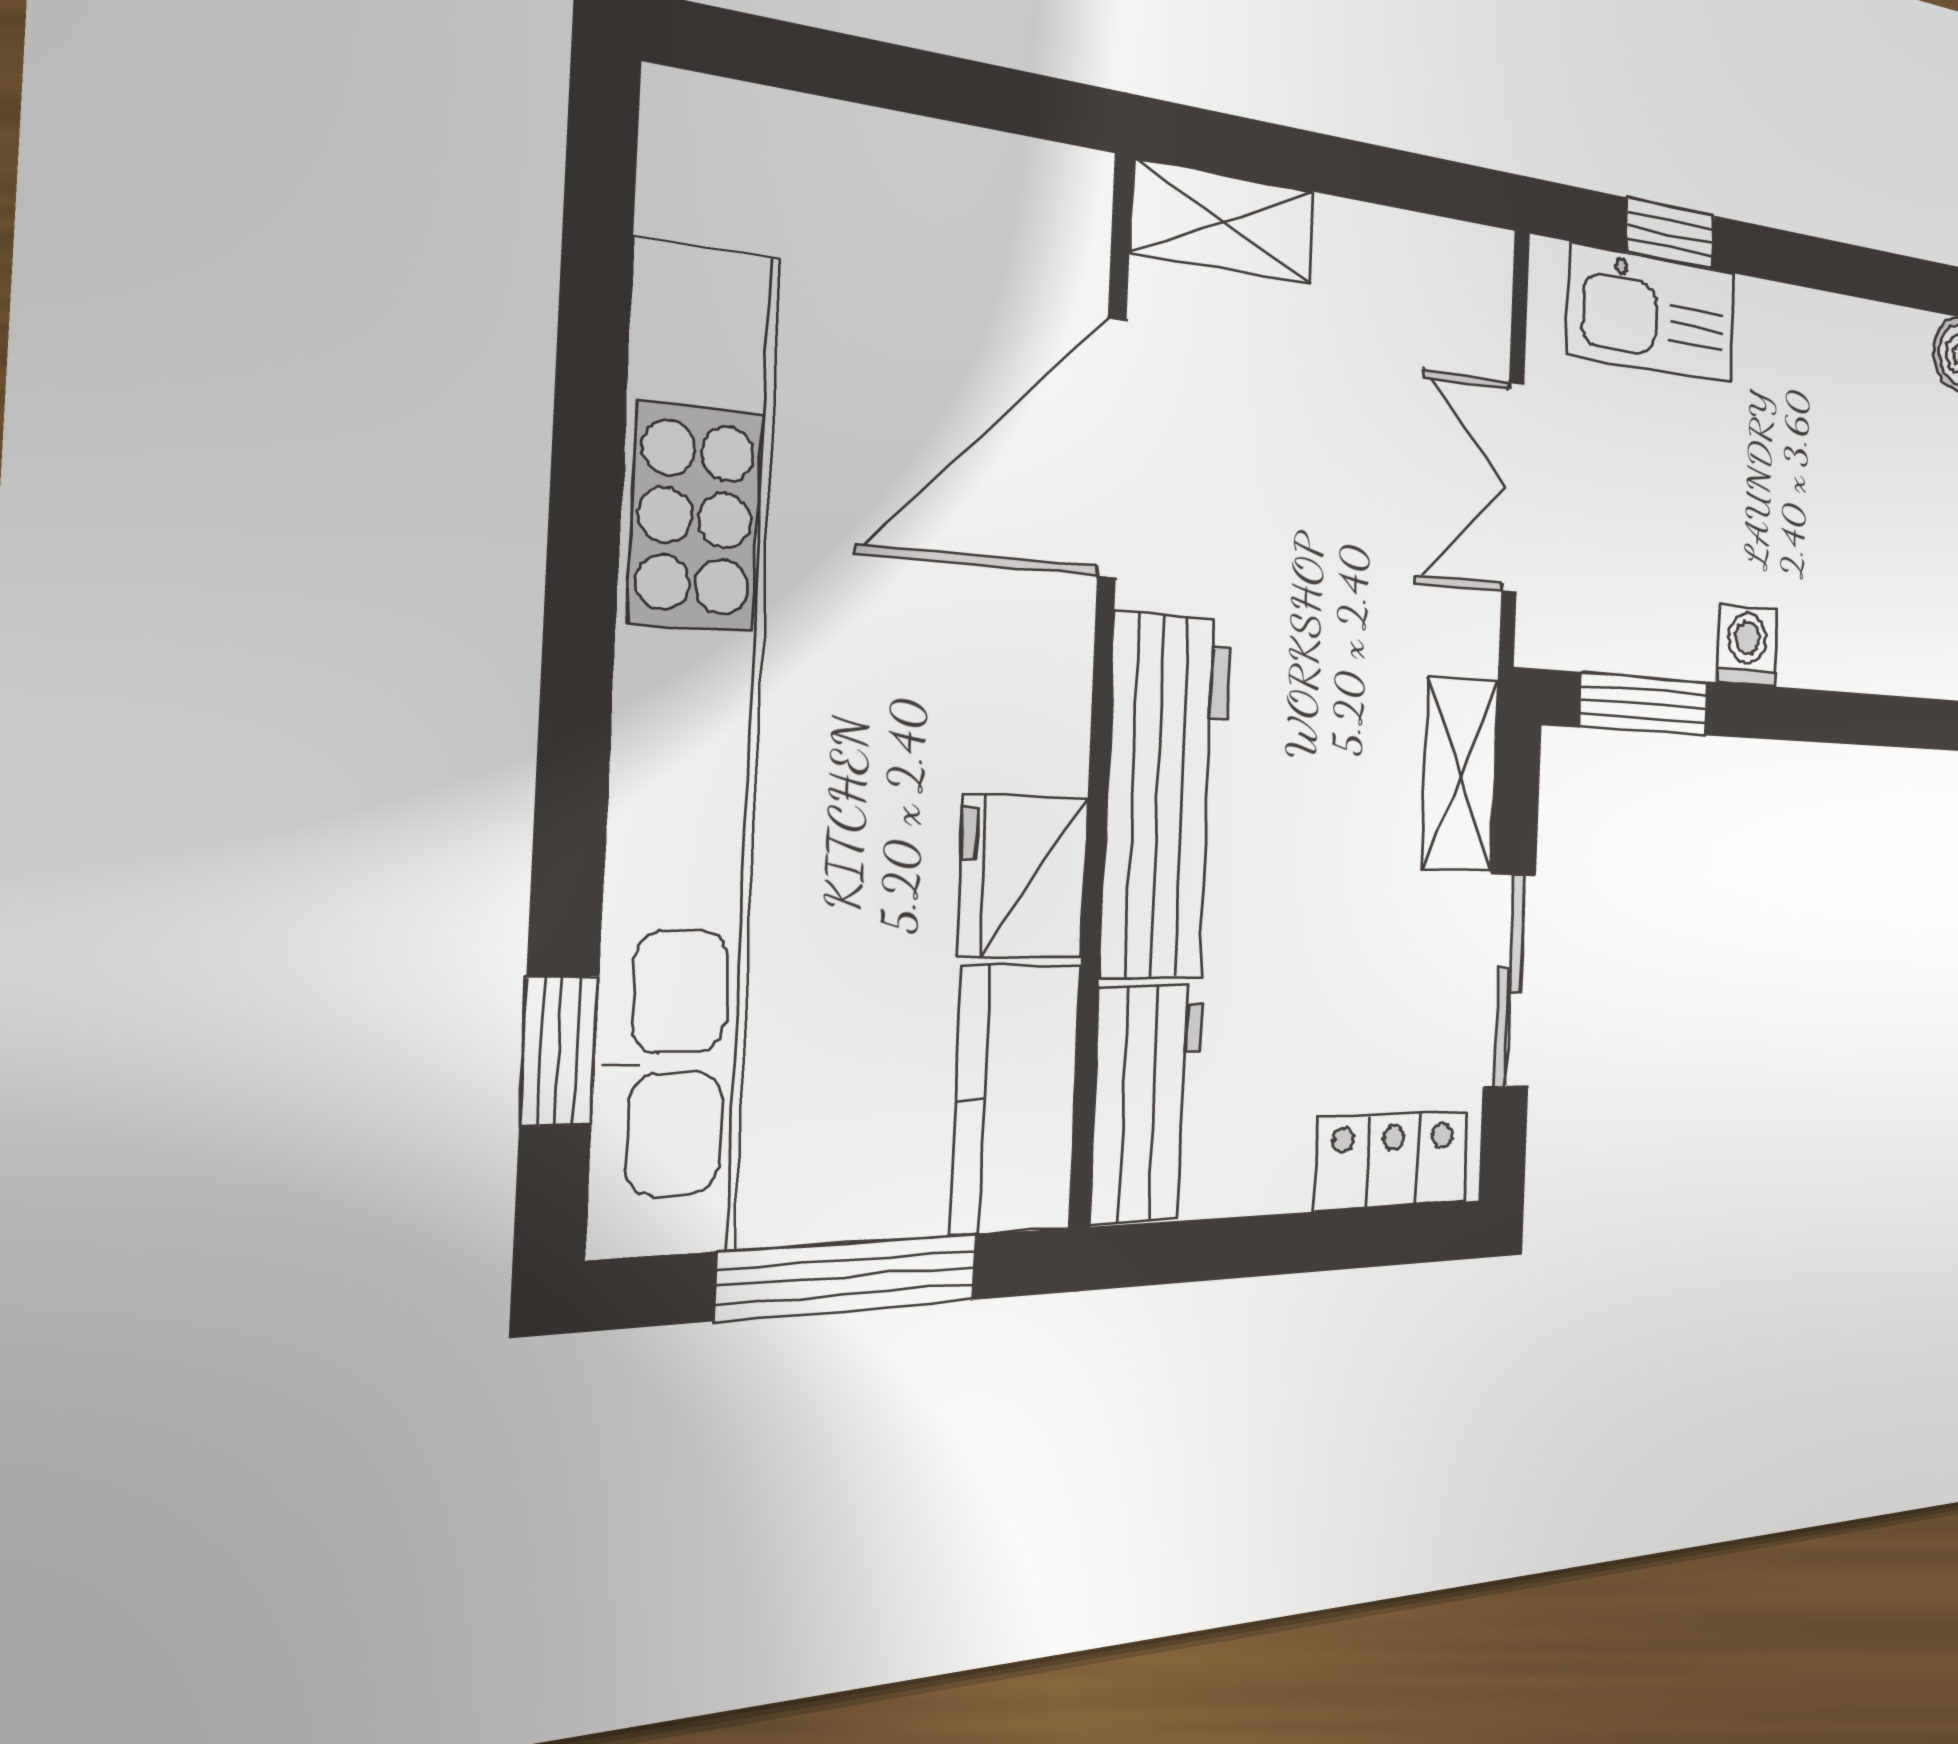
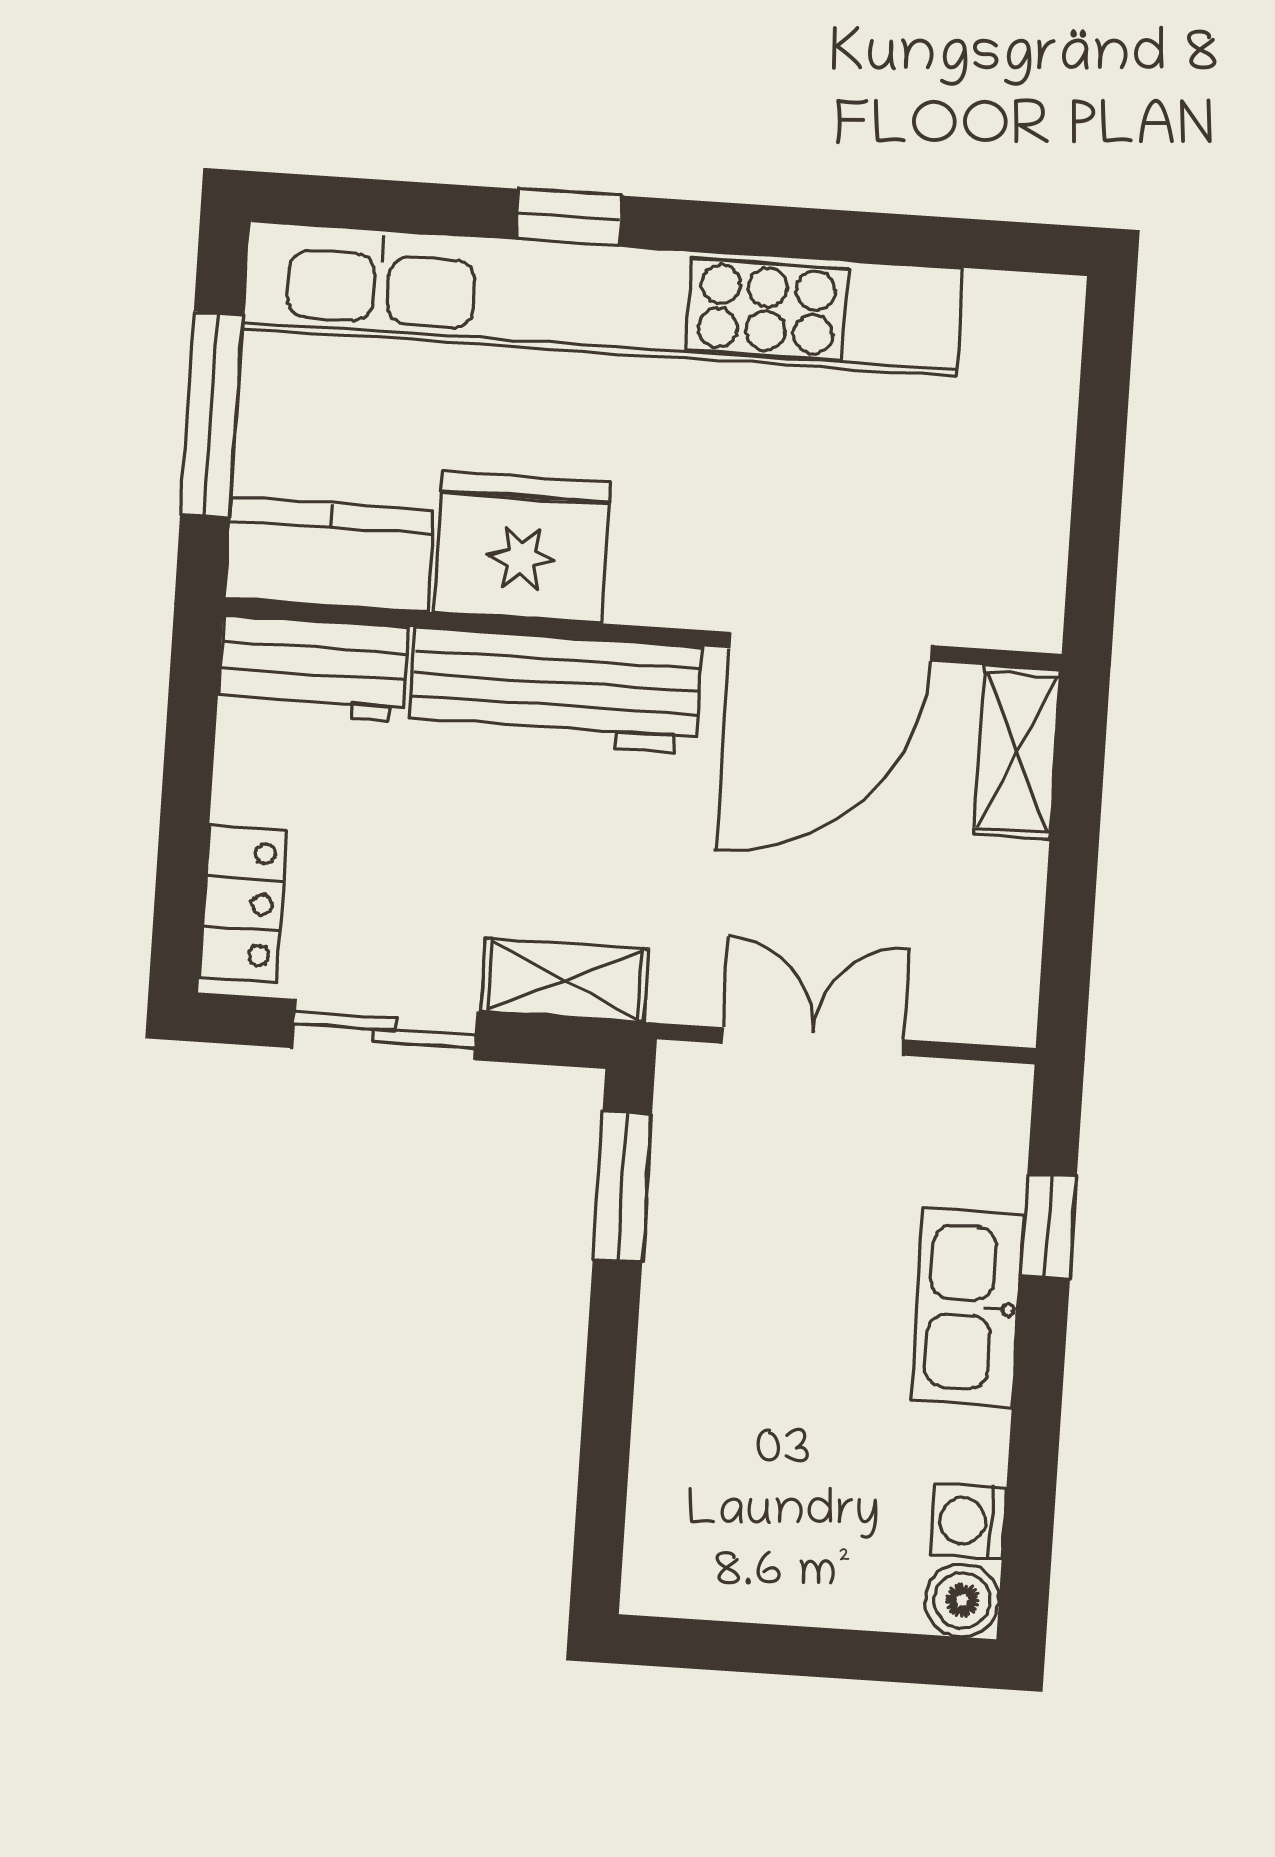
kitchen sink: (1652, 314) -> (967, 1308), moved
door: (1112, 448) -> (830, 647), swing flipped
washing machine: (1747, 646) -> (968, 1521), moved, turned 180
fridge: (1023, 876) -> (522, 547), width x1.36, depth x1.34
window: (559, 1051) -> (569, 217), moved

